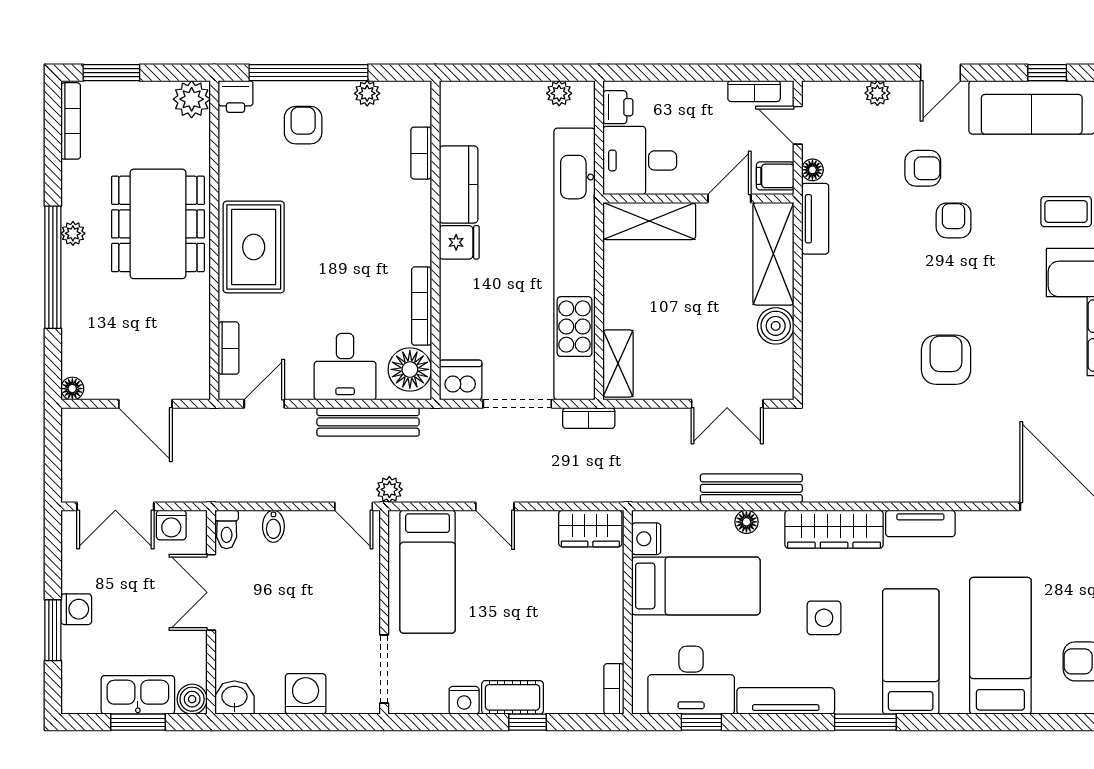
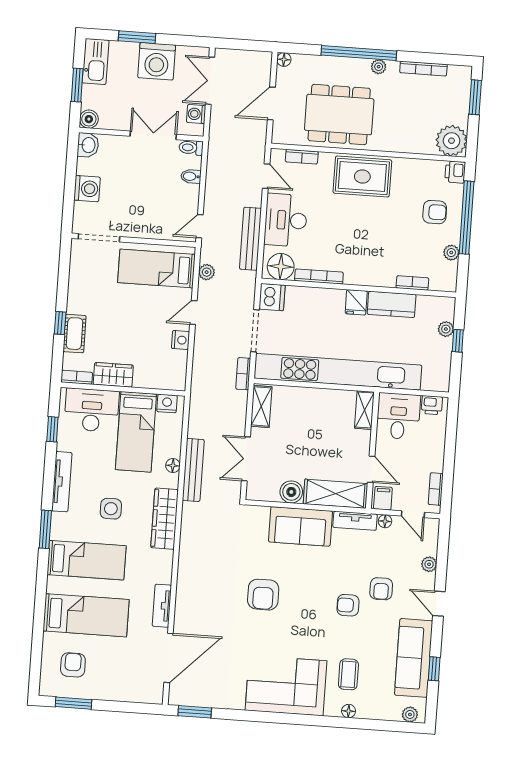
window: (510, 73) -> (458, 341), added
plant: (559, 93) -> (446, 329), moved
plant: (192, 99) -> (452, 141), width x1.36, depth x1.36
bookcase: (71, 121) -> (423, 69), moved
door: (798, 125) -> (413, 514), swing flipped
armchair: (954, 220) -> (348, 605), turned 180
shelving: (649, 221) -> (364, 410), width x0.67, depth x0.75
dining table: (158, 224) -> (339, 115), moved
sofa: (831, 307) -> (300, 526), added
armchair: (946, 360) -> (263, 595), turned 90
shelving: (618, 364) -> (261, 406), moved, turned 90
desk: (345, 367) -> (286, 220), width x1.37
plant: (389, 489) -> (207, 272), moved
tv unit: (920, 523) -> (162, 606), moved
wardrobe: (590, 529) -> (113, 375), moved, turned 90
washing machine: (76, 609) -> (157, 61), width x1.89, depth x1.89
desk: (691, 680) -> (92, 410), moved, turned 90
kitchen sink: (138, 695) -> (96, 62), moved
cot: (513, 697) -> (75, 334), moved
nightstand: (464, 700) -> (181, 340), moved, turned 180

